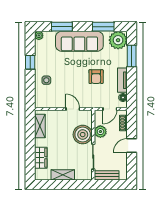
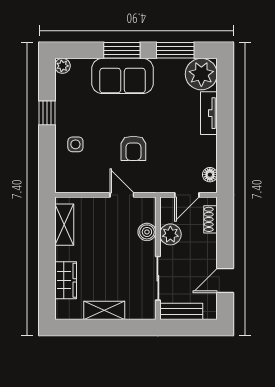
window: (62, 27) -> (122, 50), moved
sofa: (79, 41) -> (123, 76), width x0.73
window: (132, 56) -> (225, 102), removed
armchair: (96, 77) -> (133, 148), moved
tv unit: (122, 80) -> (209, 113), moved
boiler: (83, 135) -> (147, 232), width x0.54, depth x0.54
door: (132, 146) -> (225, 281), moved

